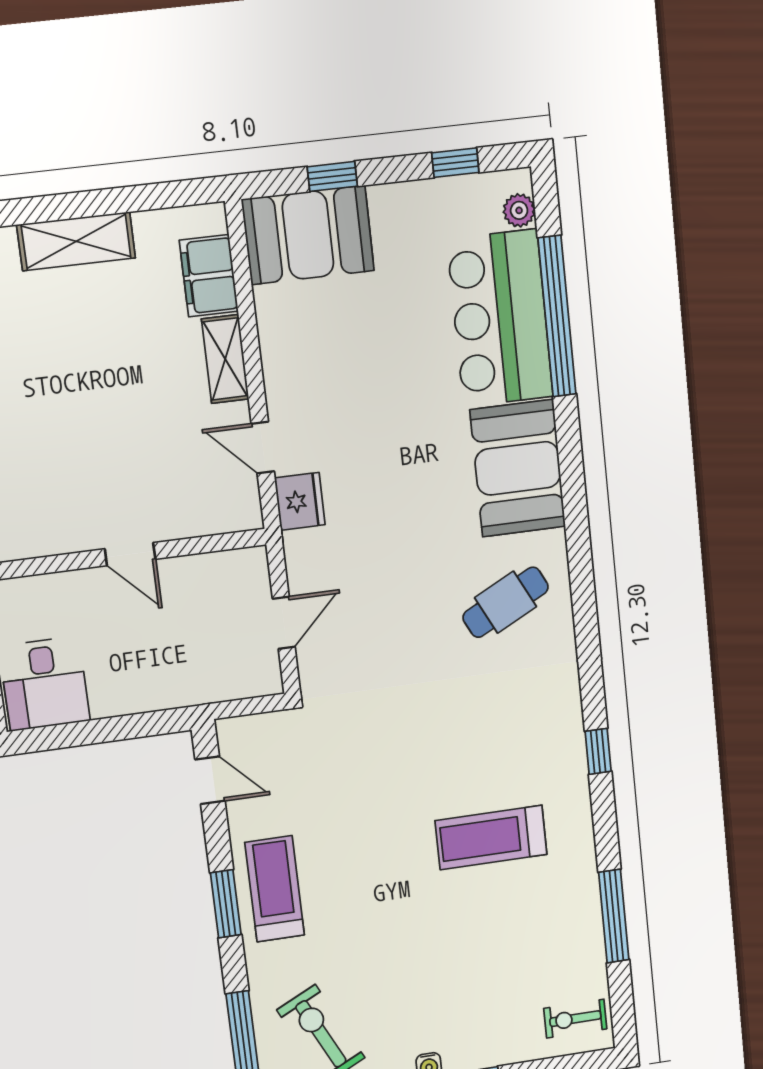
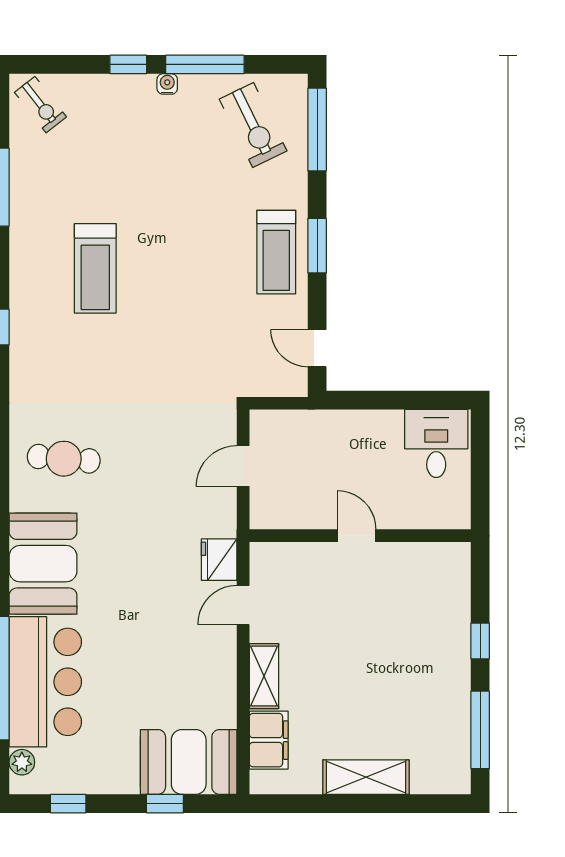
door: (263, 448) -> (243, 605), swing flipped
cafe table: (506, 602) -> (64, 459), turned 32
treadmill: (491, 837) -> (95, 268), turned 90
exercise bike: (575, 1019) -> (40, 105), turned 52

